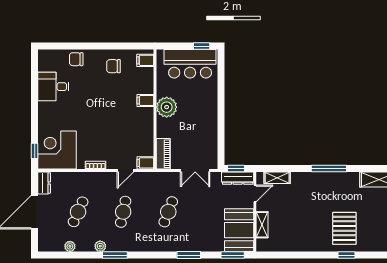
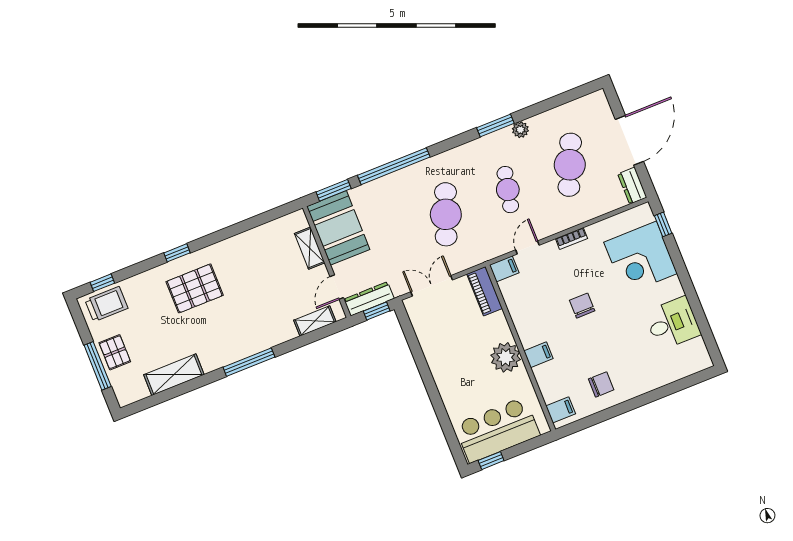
chair: (76, 59) -> (582, 306), moved, turned -90
corner desk: (57, 150) -> (641, 258), moved, turned 90
cafe table: (78, 212) -> (570, 165), width x1.37, depth x1.35
cafe table: (168, 212) -> (446, 214), width x1.37, depth x1.35
pallet: (344, 228) -> (195, 288), turned 90
plant: (70, 246) -> (562, 113), removed
window: (189, 255) -> (394, 166), width x2.11

